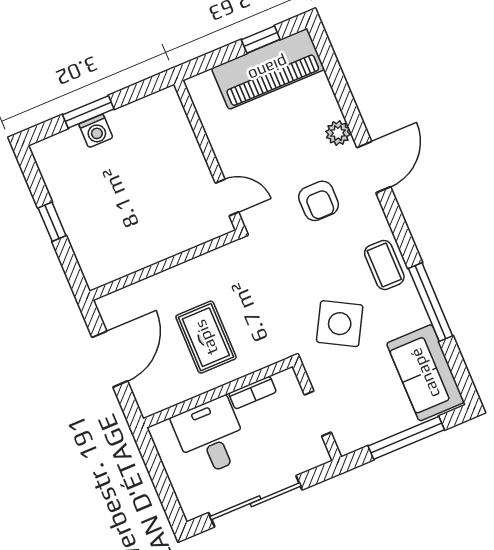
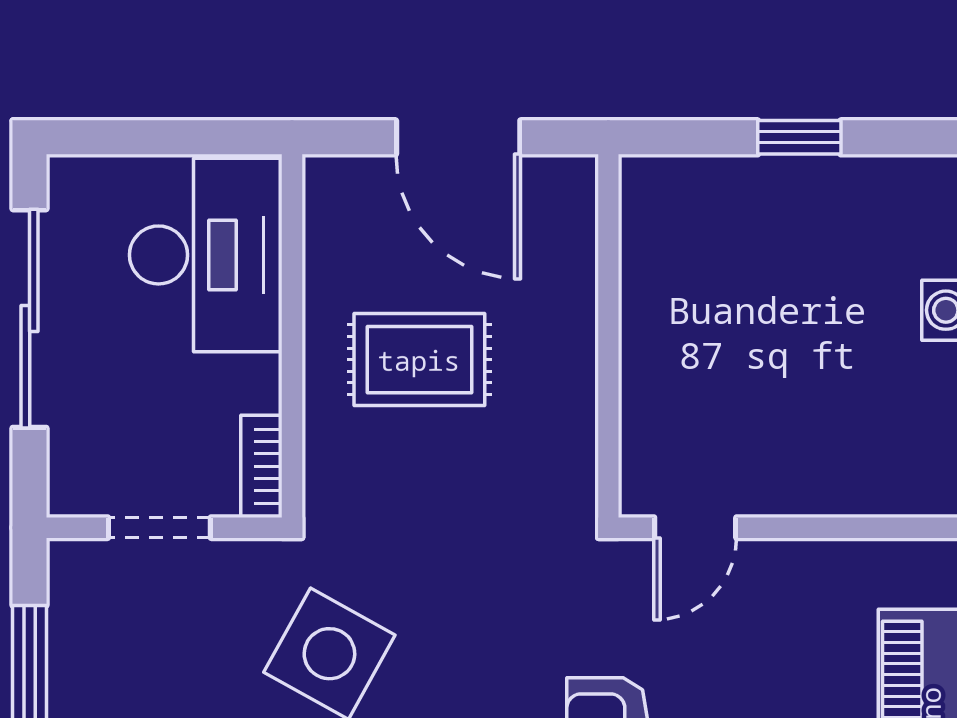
bookcase: (252, 393) -> (261, 466), moved
desk: (211, 437) -> (206, 255), width x1.37

